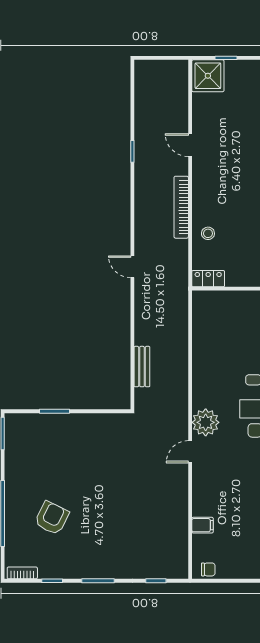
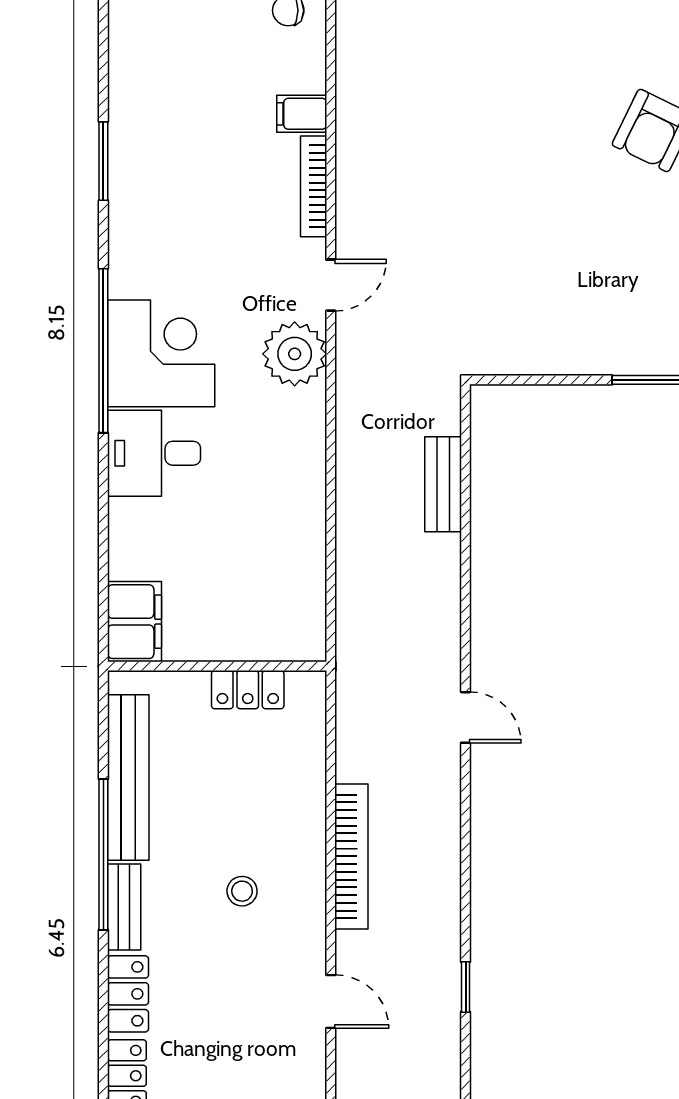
stool: (208, 233) -> (242, 891), moved
locker: (208, 279) -> (248, 690), moved
bookcase: (197, 494) -> (314, 186), added

